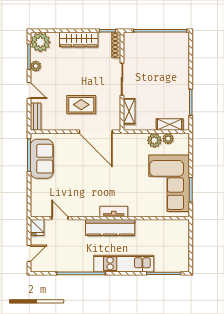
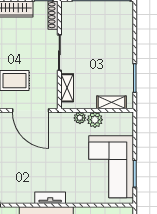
plant: (168, 139) -> (80, 118), moved

